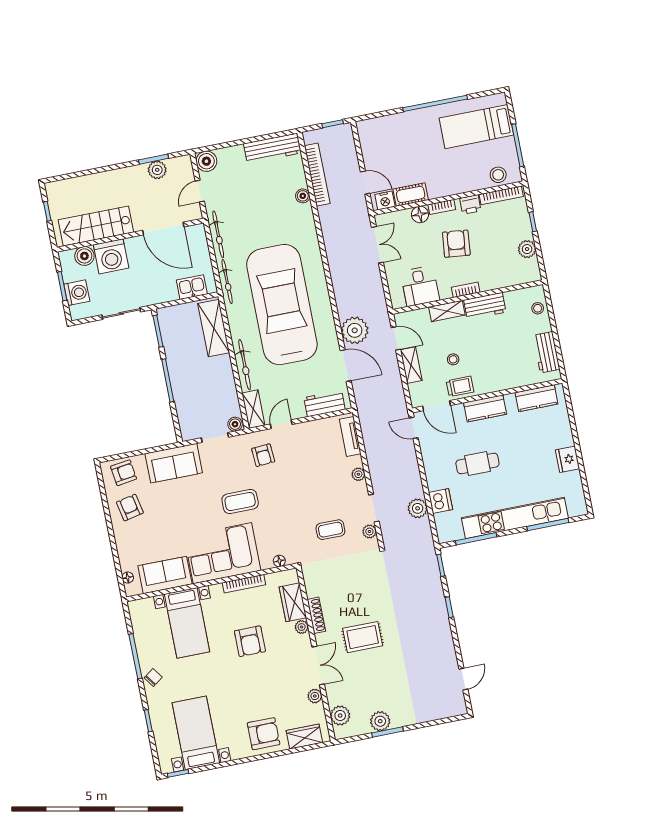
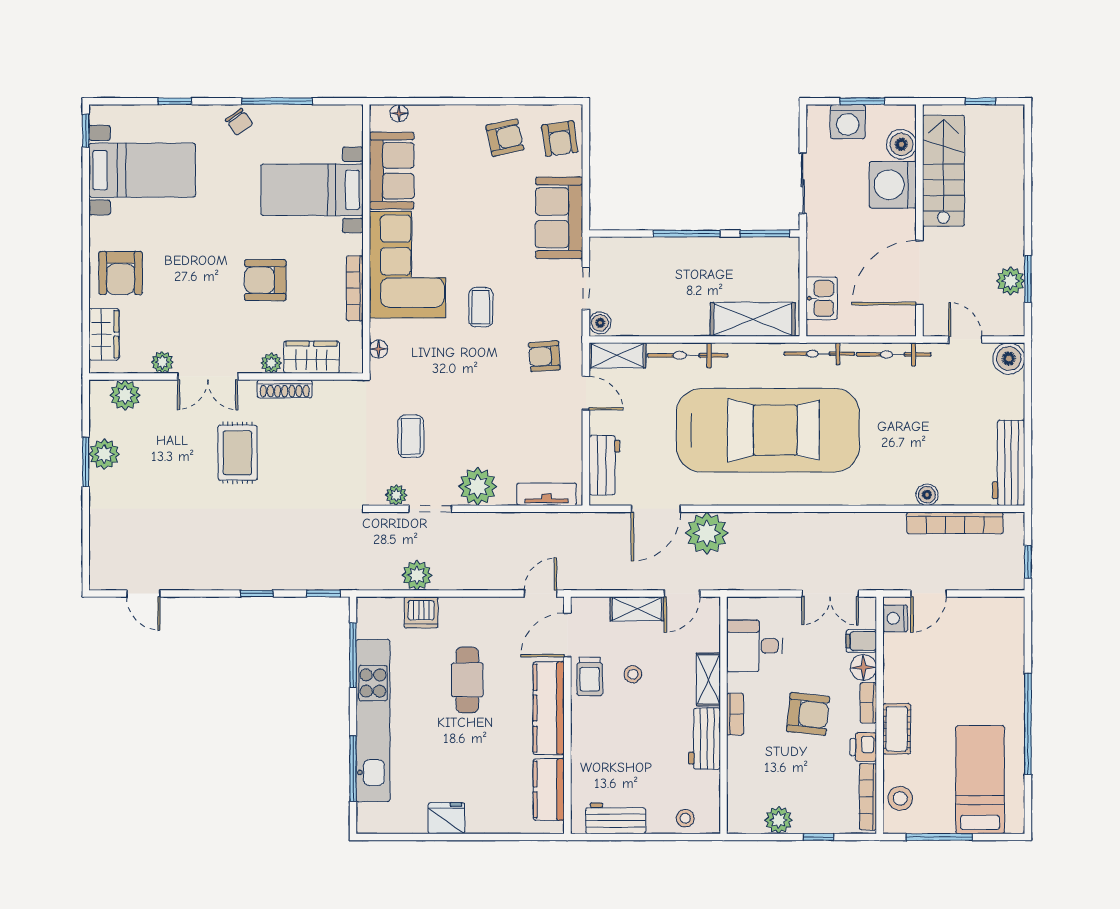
cot: (411, 194) -> (897, 729), moved
filing cabinet: (403, 219) -> (861, 641), added
kitchen counter: (485, 408) -> (549, 708), width x1.50
plant: (358, 474) -> (478, 486), width x1.88, depth x1.88
coffee table: (240, 502) -> (481, 307), width x0.73, depth x0.77

